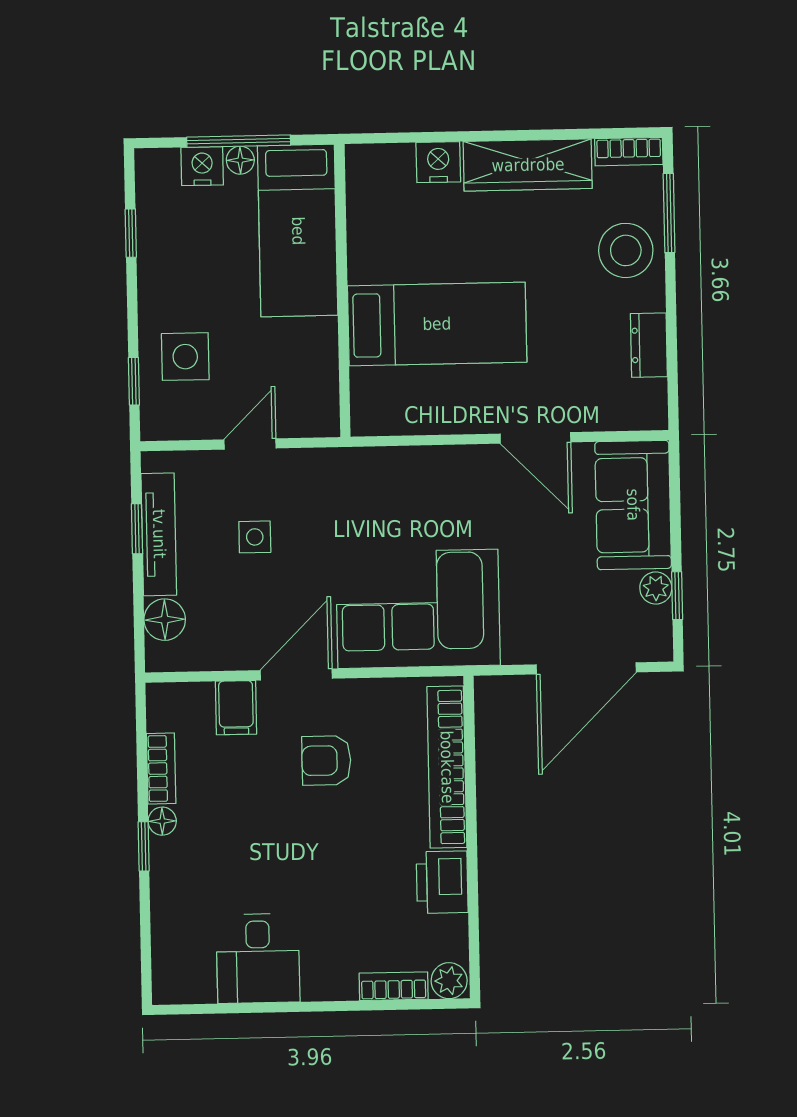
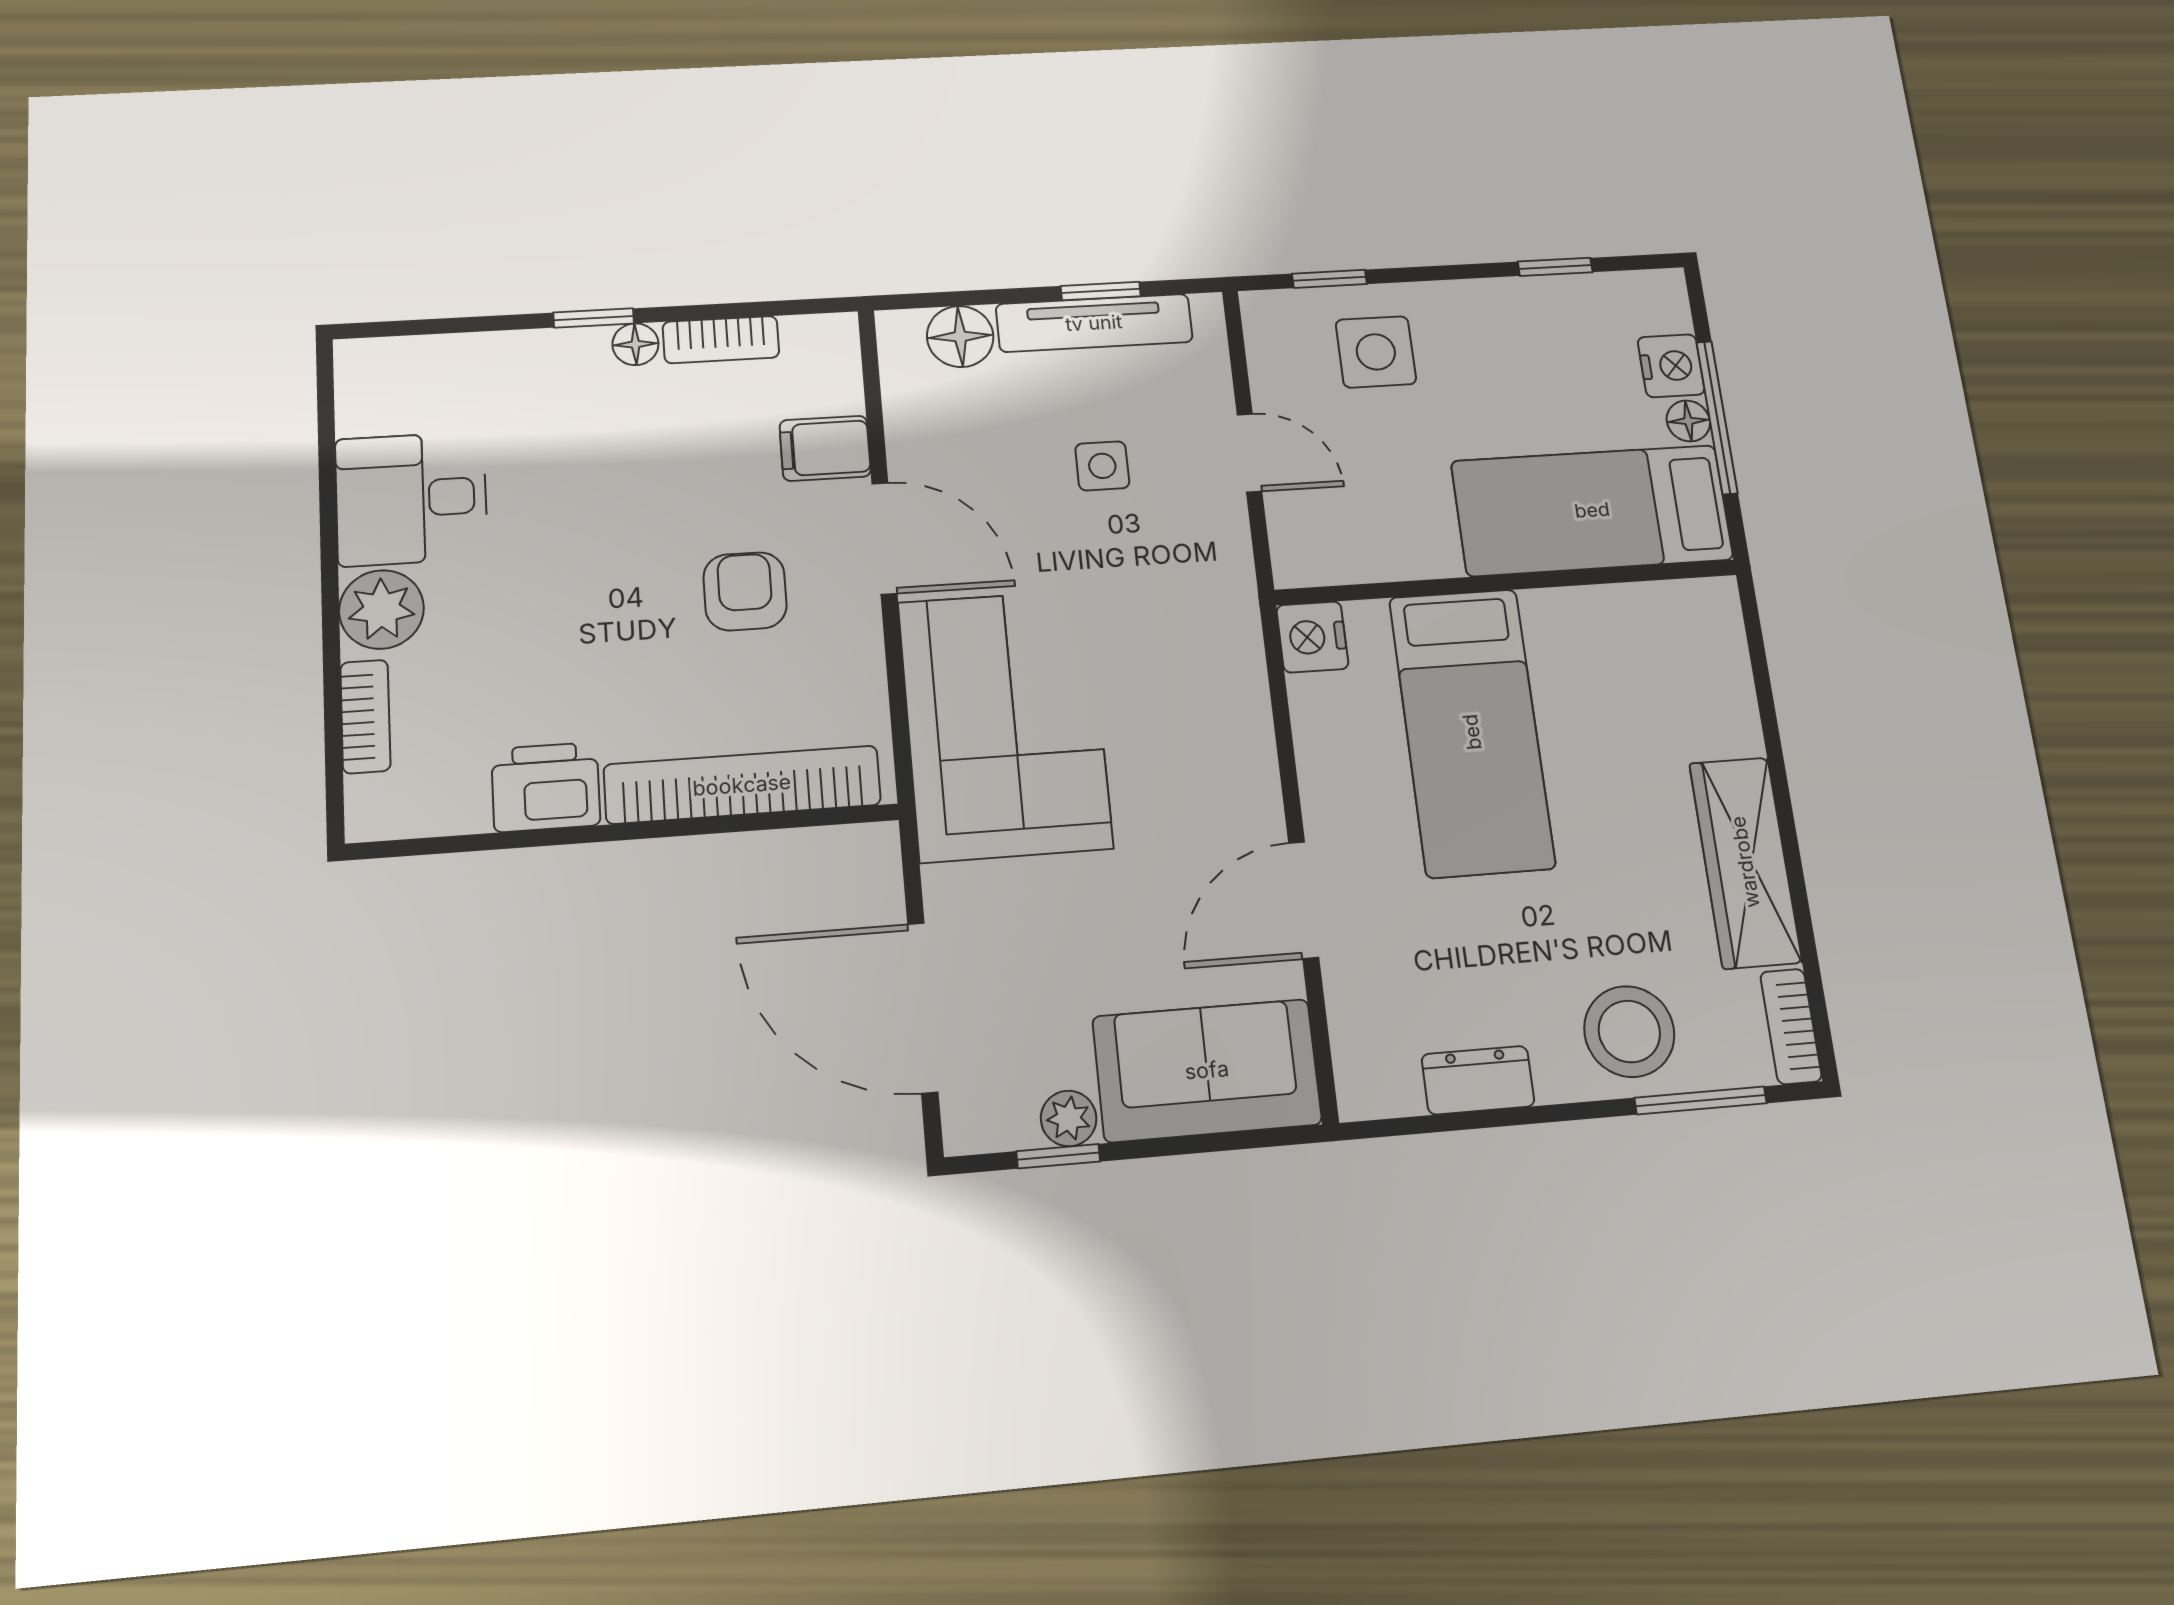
nightstand: (438, 162) -> (1312, 637), moved, turned 180
plant: (449, 981) -> (381, 609), moved, width x1.38, depth x1.38

